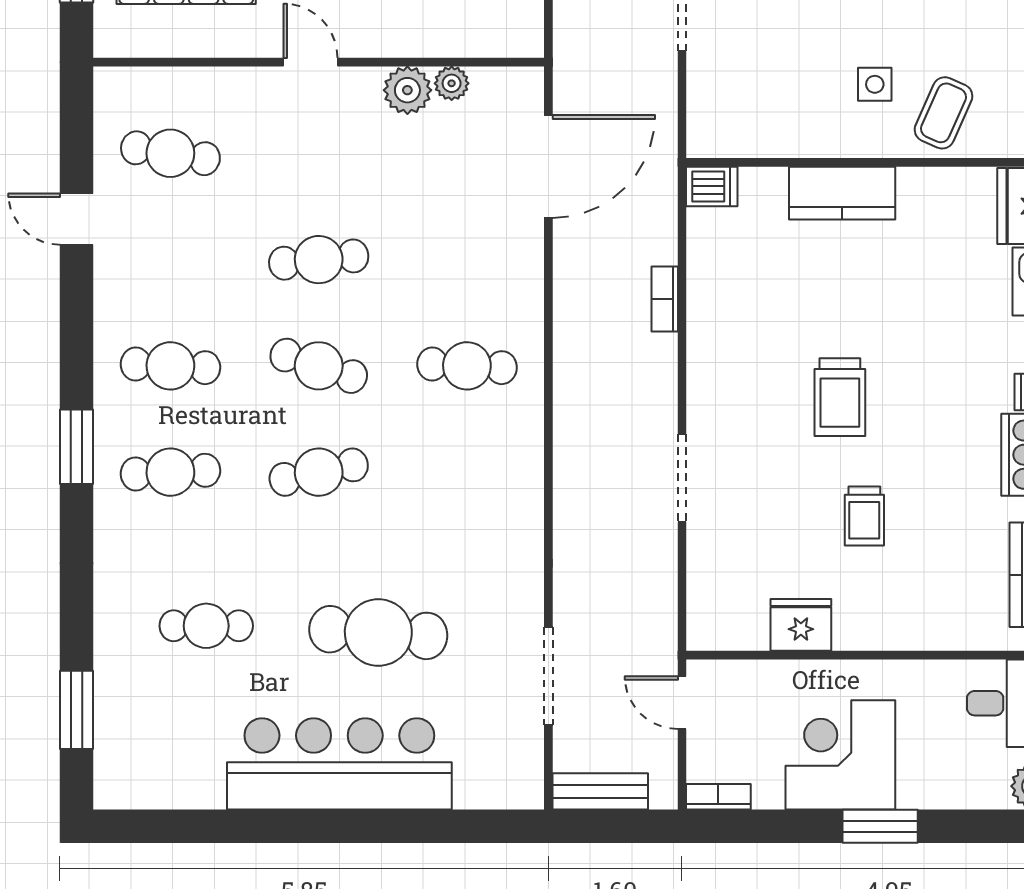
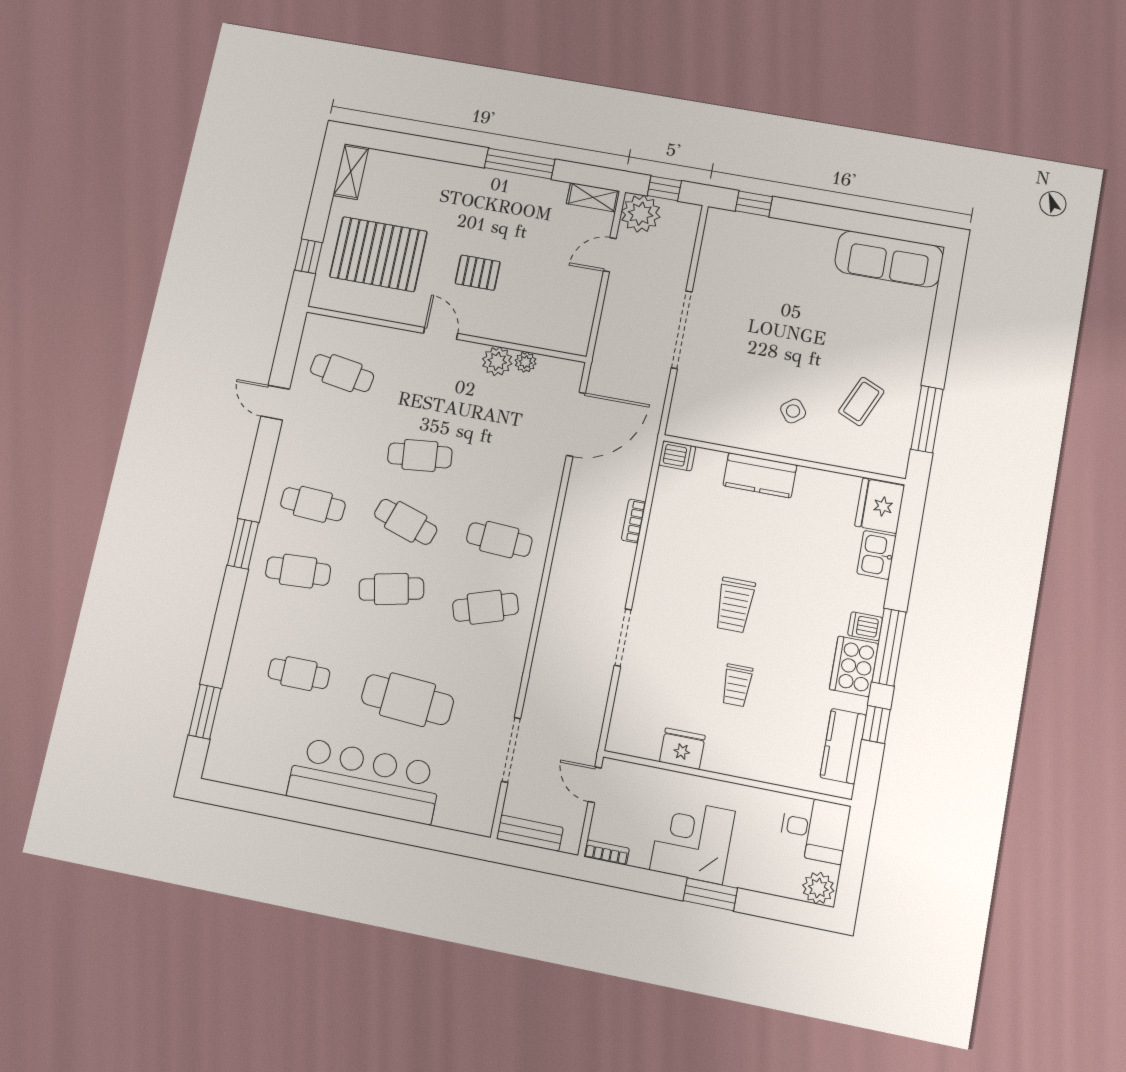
side table: (875, 84) -> (793, 411), turned -38
coffee table: (944, 113) -> (861, 401), moved
cafe table: (467, 472) -> (486, 607), added

